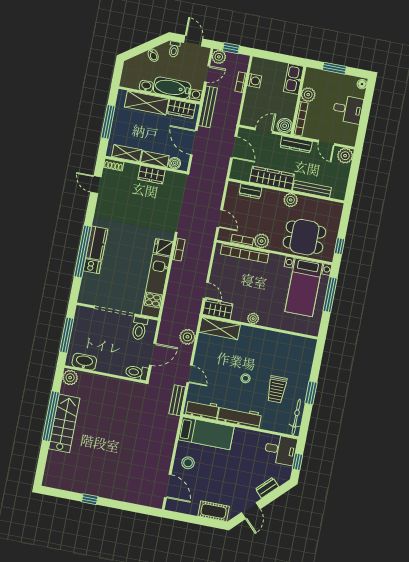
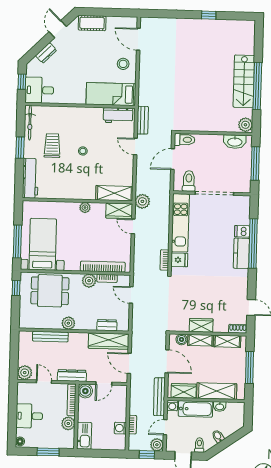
wardrobe: (272, 178) -> (109, 341), moved
plant: (187, 337) -> (142, 201), moved
workbench: (239, 417) -> (30, 178), moved, turned -90

